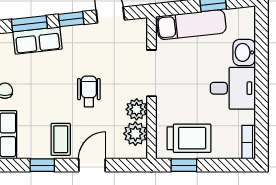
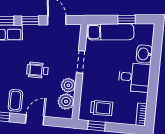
doorway: (151, 73) -> (81, 62), width x0.73
wheelchair: (89, 92) -> (37, 70), turned -90
trolley: (189, 138) -> (102, 108), width x0.73, depth x0.72

